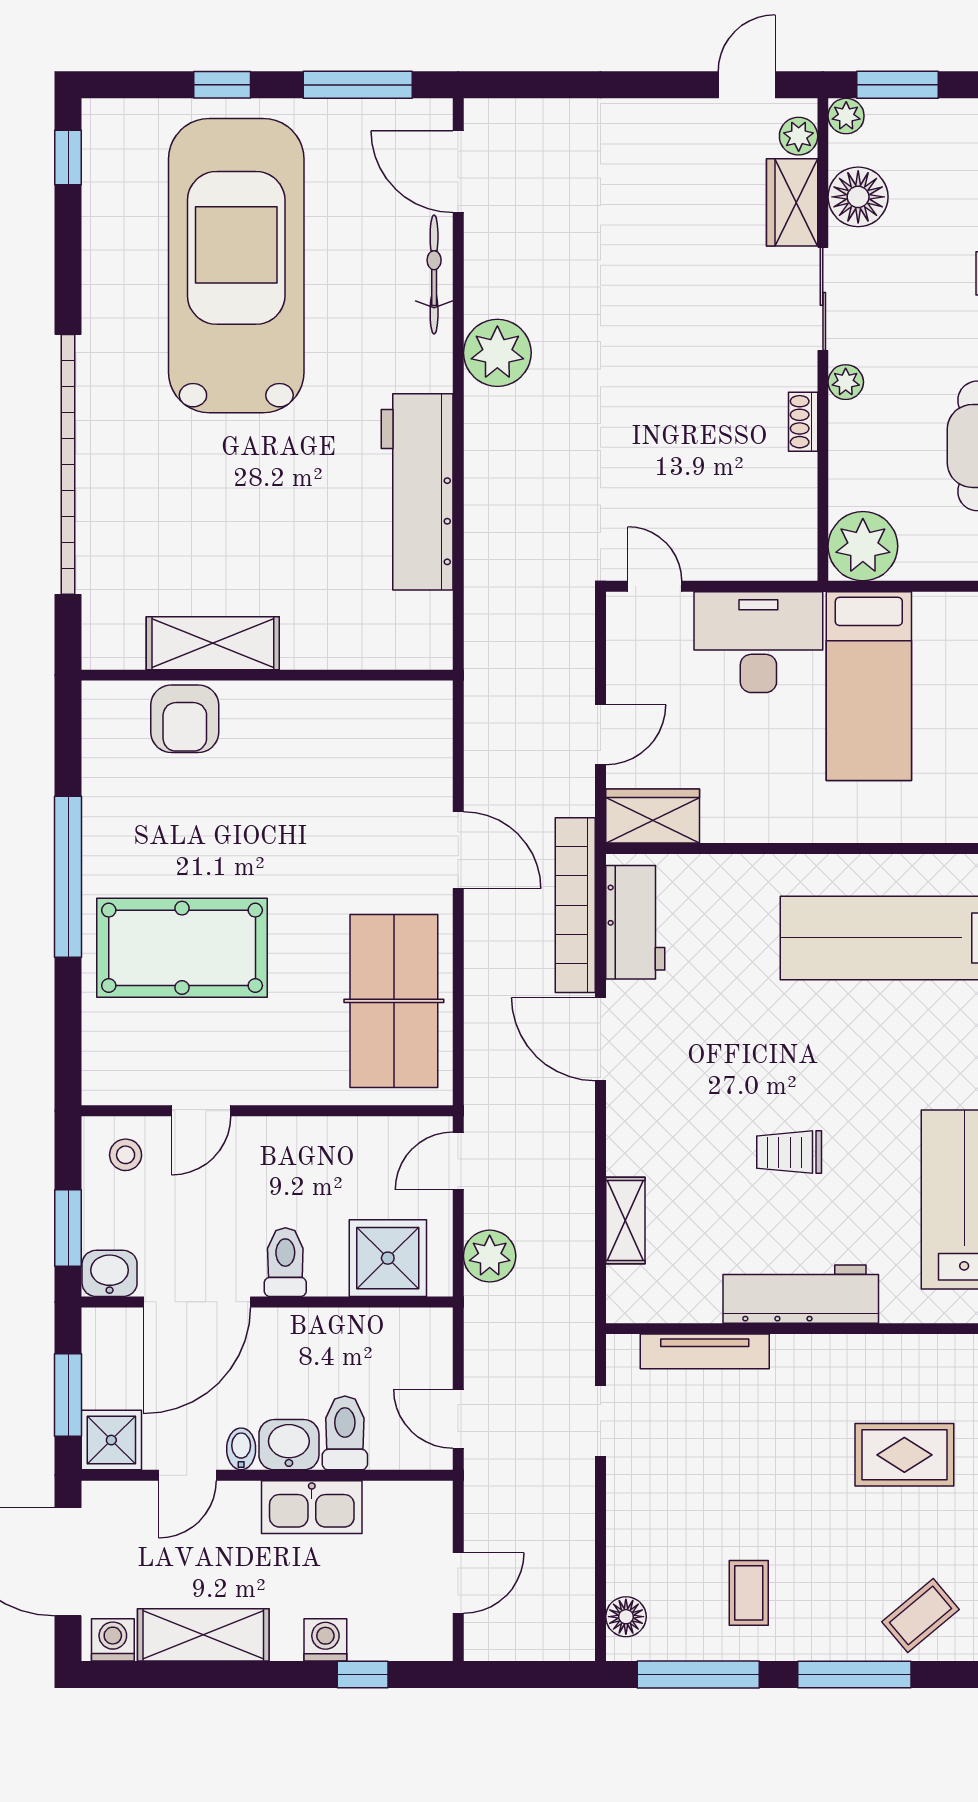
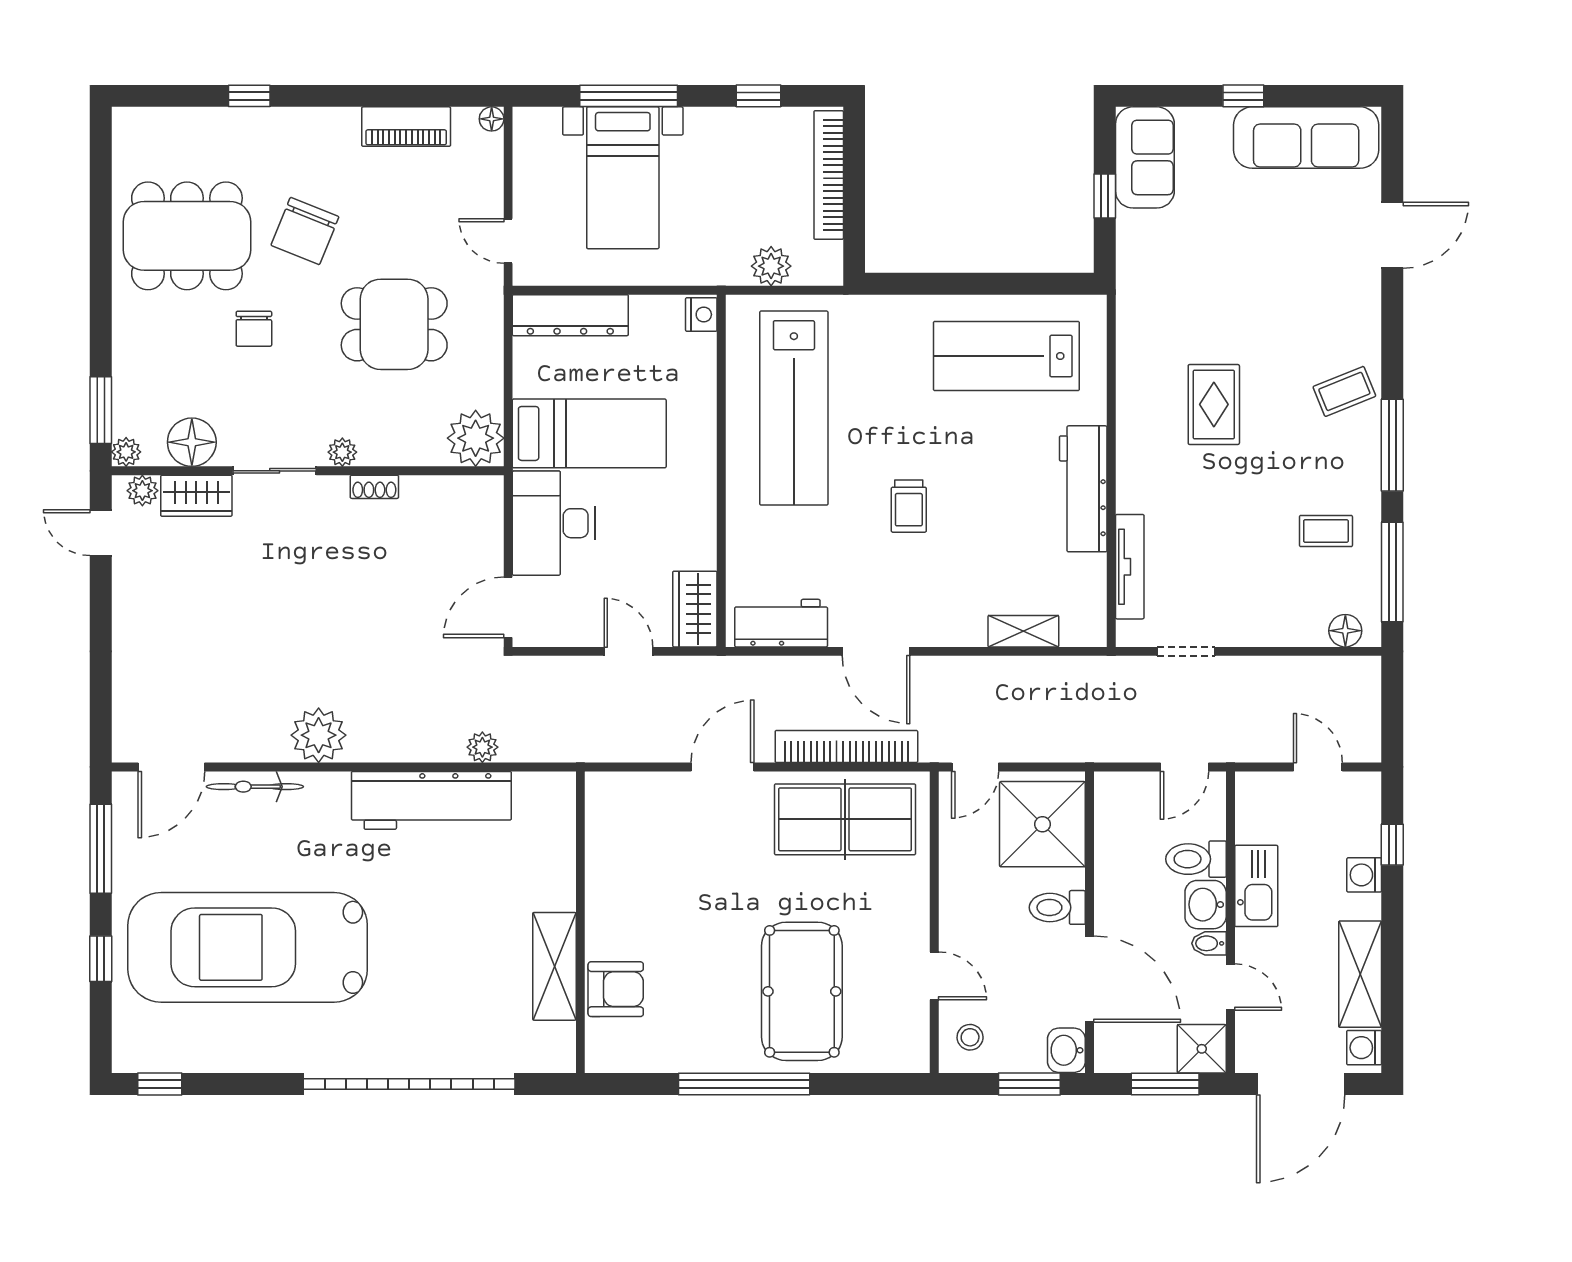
door: (655, 586) -> (508, 607), width x1.38
bookcase: (575, 905) -> (846, 746), moved, turned 180
door: (601, 1039) -> (876, 651), hinge flipped
trolley: (789, 1152) -> (909, 506), moved
door: (458, 1161) -> (975, 767), hinge flipped
plant: (490, 1256) -> (482, 747), moved, width x0.73, depth x0.73
shower: (388, 1258) -> (1042, 824), width x1.37, depth x1.37
coffee table: (920, 1616) -> (1344, 391), turned -72

